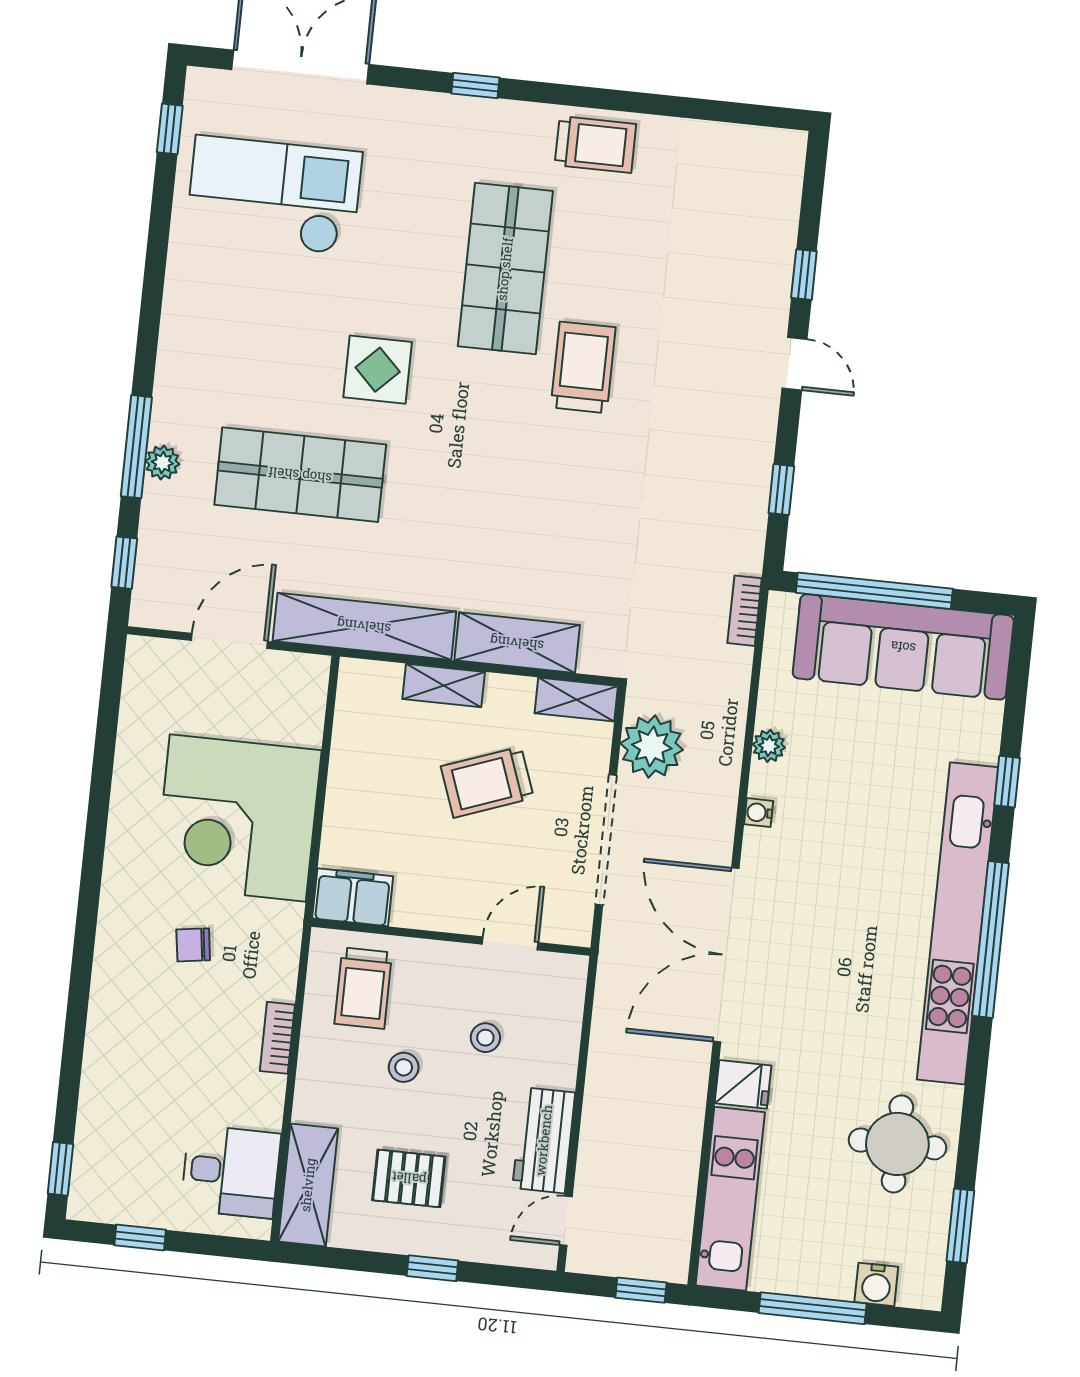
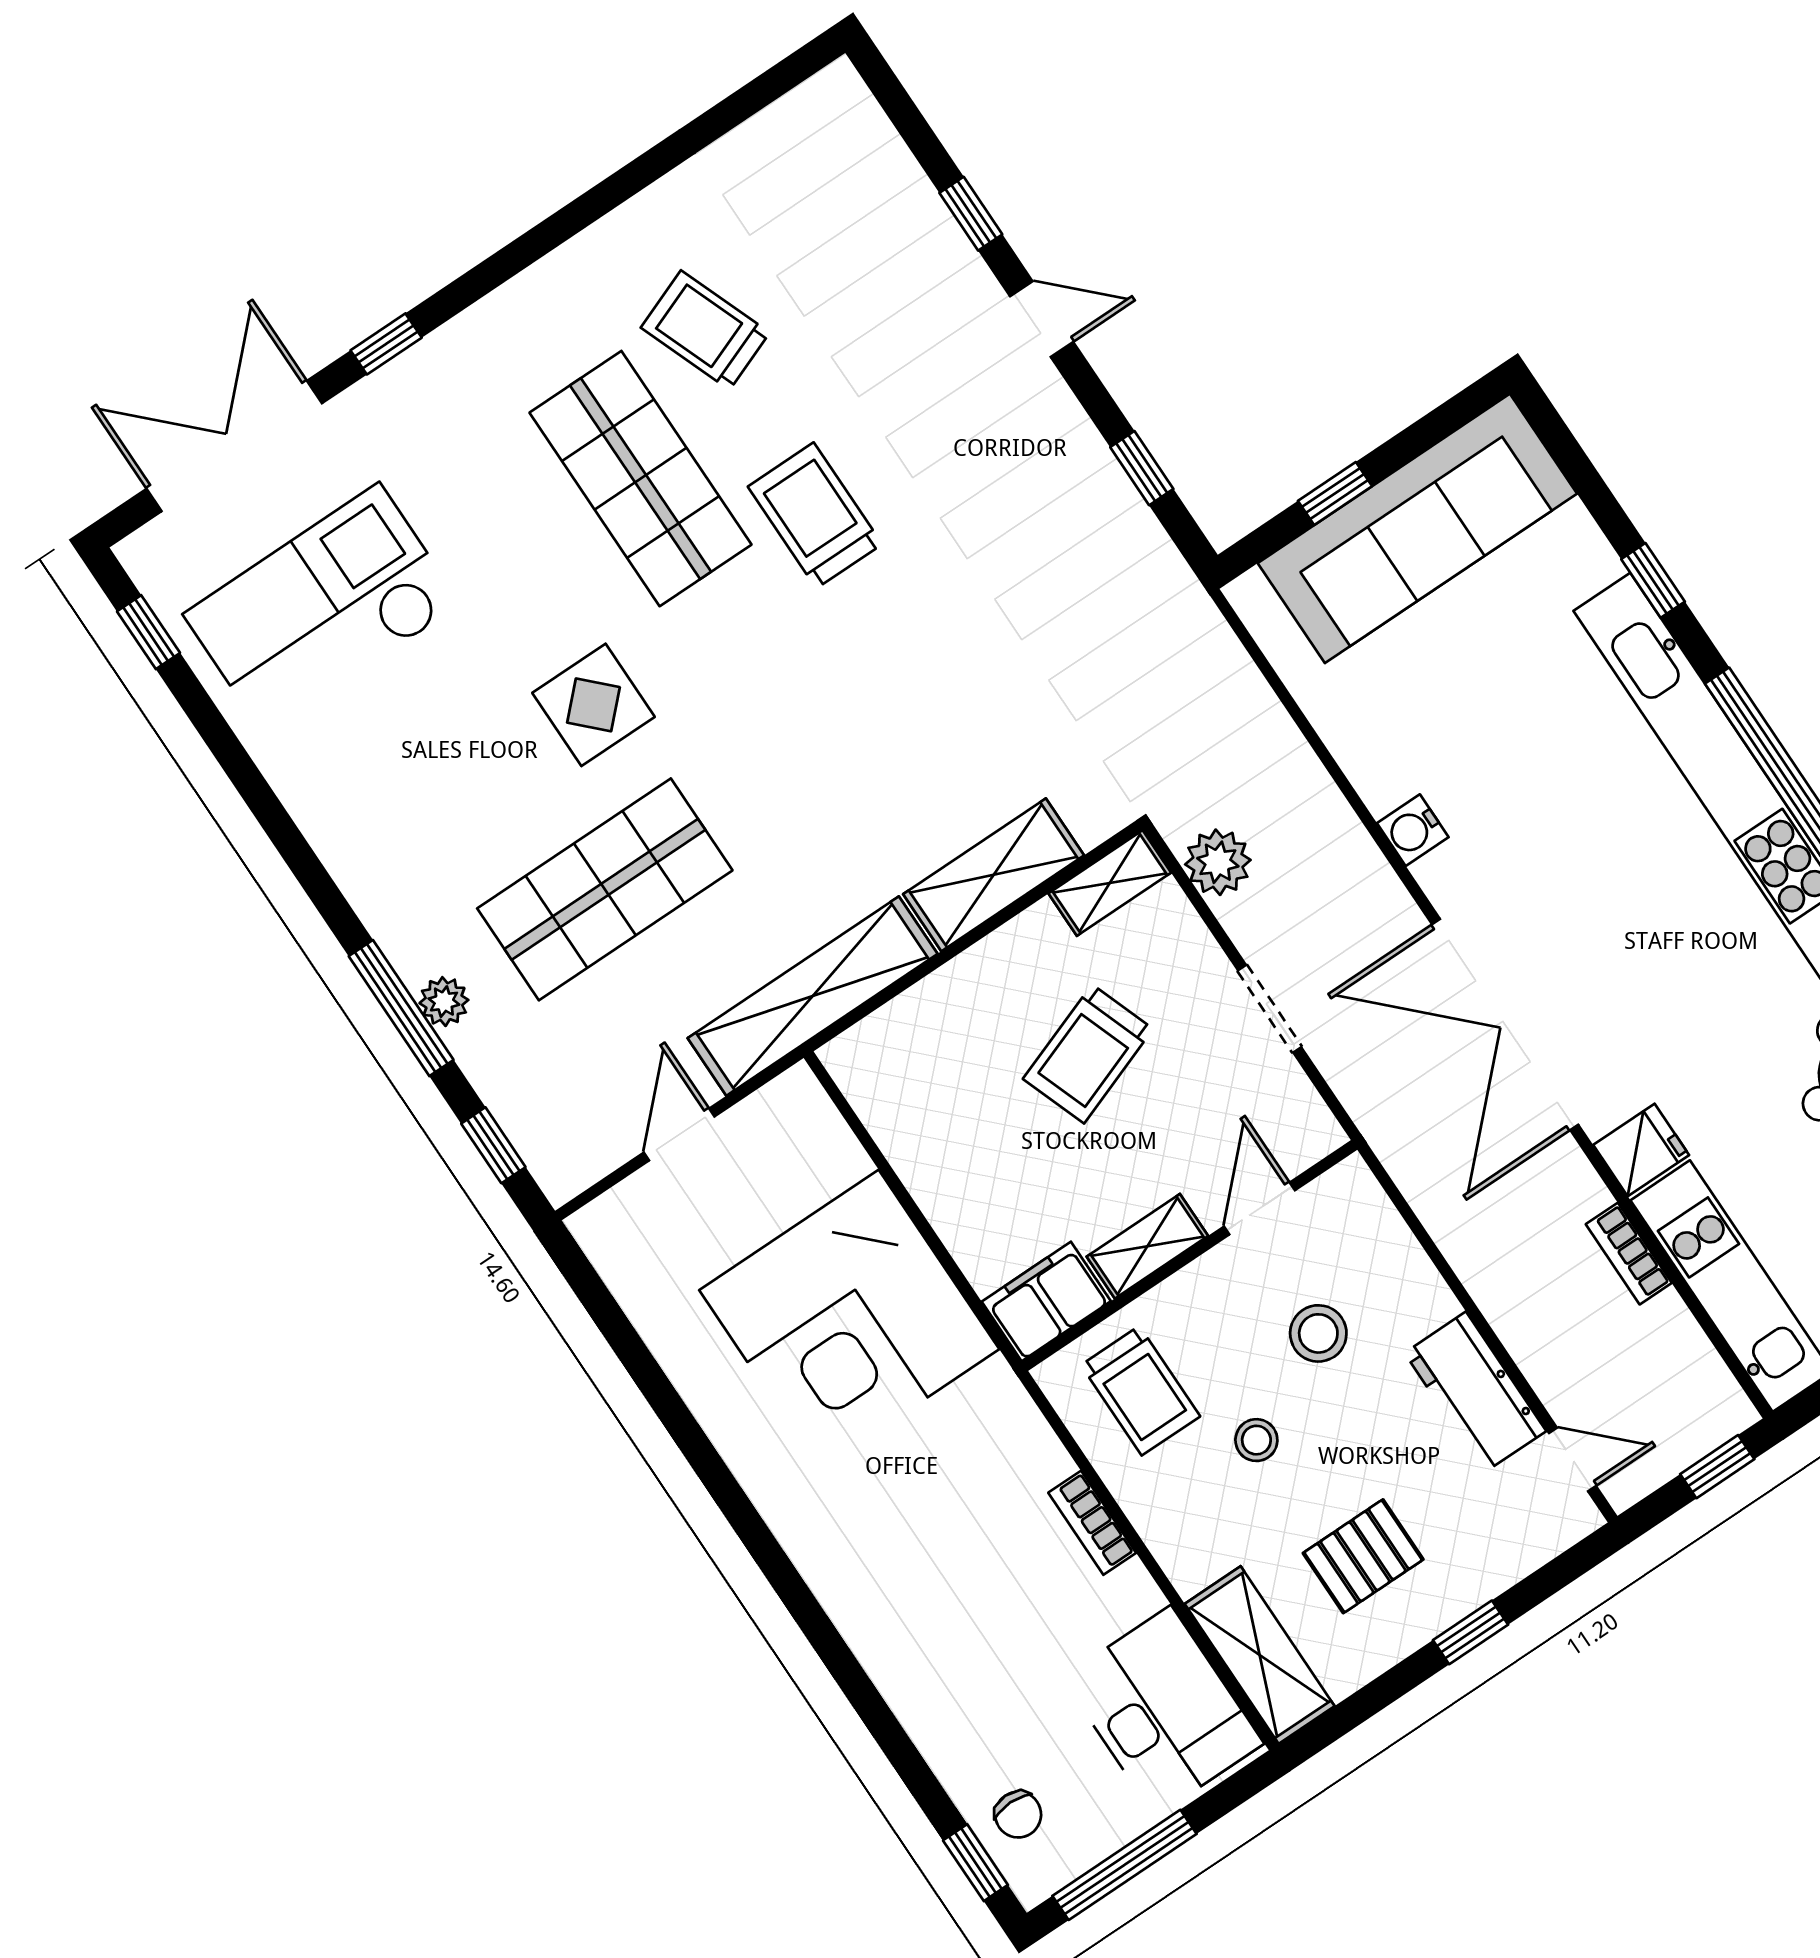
window: (475, 85) -> (386, 344), moved
trolley: (595, 145) -> (705, 330), moved, turned -111
window: (874, 591) -> (1335, 494), width x0.32
bookcase: (745, 611) -> (1629, 1254), moved
door: (230, 641) -> (679, 1135), width x0.73
shelving: (444, 685) -> (1147, 1246), moved
plant: (769, 746) -> (1361, 758), removed
plant: (652, 747) -> (1218, 862), width x0.73, depth x0.73
water cooler: (759, 813) -> (1413, 830), width x1.38, depth x1.38
doorway: (606, 840) -> (1270, 1009), width x0.53
chair: (193, 945) -> (1018, 1815), moved, turned -82
stool: (485, 1038) -> (1318, 1333), width x1.37, depth x1.37
desk: (231, 1172) -> (1163, 1711), width x1.37
door: (566, 1221) -> (1573, 1459), swing flipped
window: (140, 1238) -> (1125, 1865), width x2.17

